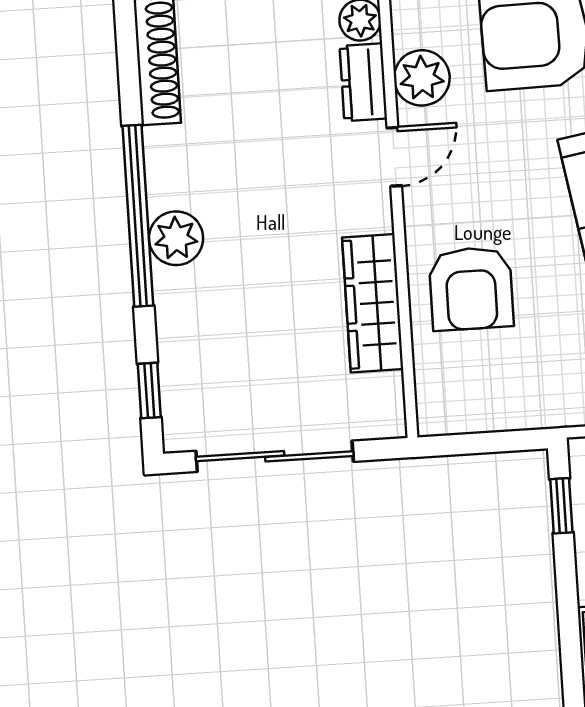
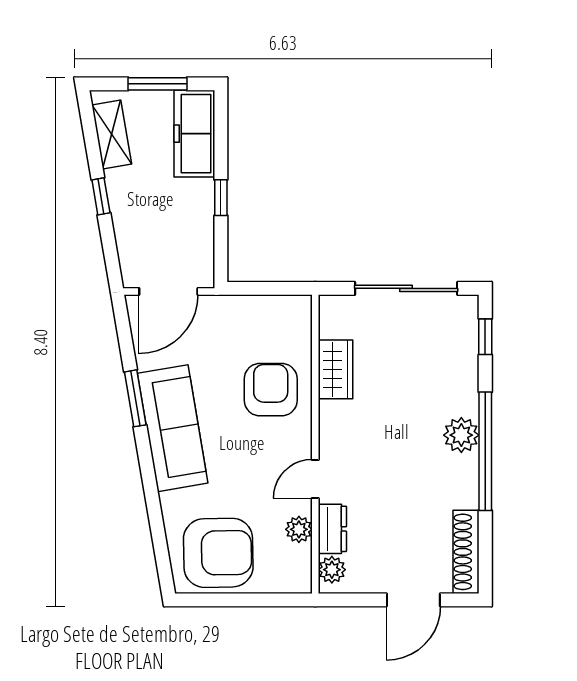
plant: (422, 78) -> (299, 529), width x0.73, depth x0.73
wardrobe: (373, 303) -> (336, 369), width x0.67
window: (561, 506) -> (221, 198), moved

